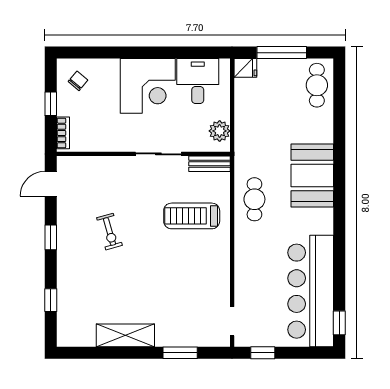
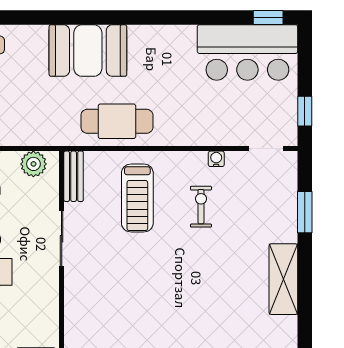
cafe table: (254, 199) -> (117, 121), width x1.37, depth x1.35
exercise bike: (109, 232) -> (201, 207), moved, turned -74
water cooler: (224, 280) -> (216, 159), added
bar counter: (311, 291) -> (247, 52), width x0.73

